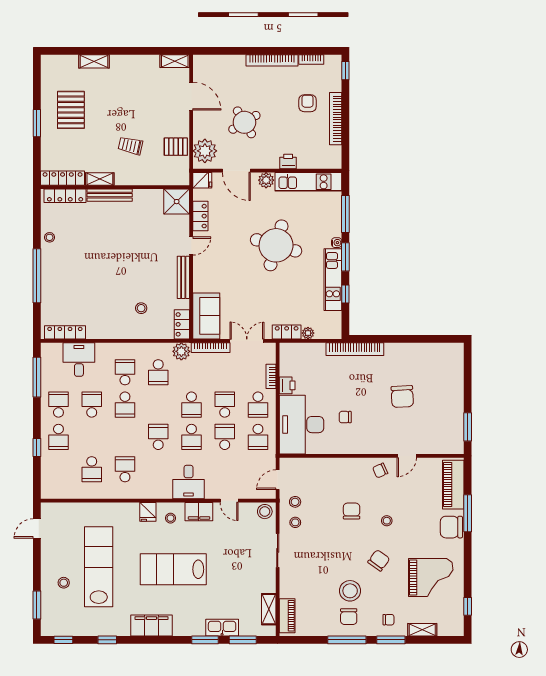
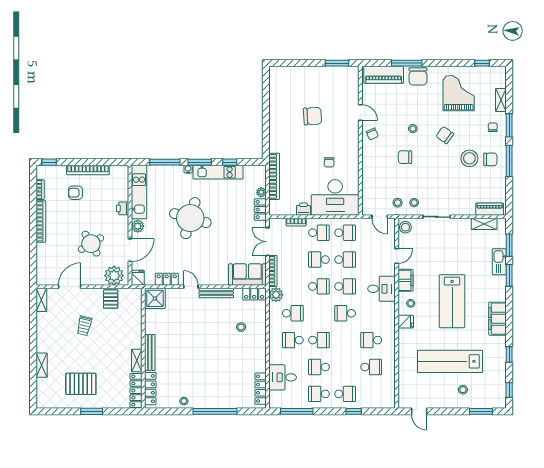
trolley: (130, 146) -> (84, 326), moved
bookcase: (355, 349) -> (274, 176), moved
school desk: (225, 437) -> (345, 260), turned 180

